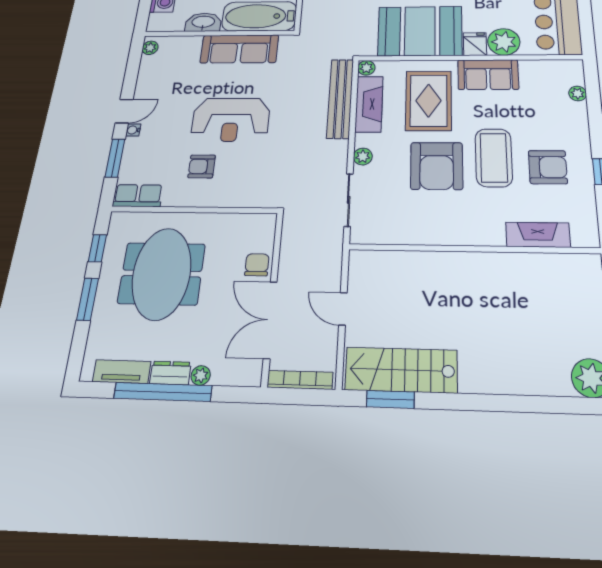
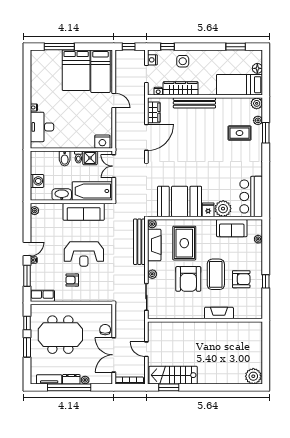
sofa: (488, 75) -> (232, 228), moved
fireplace: (538, 235) -> (219, 313), moved
meeting table: (162, 274) -> (60, 335), turned 90

